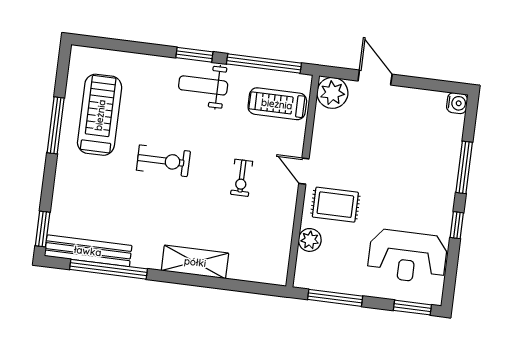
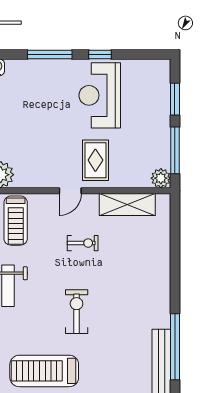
plant: (310, 240) -> (161, 178), moved
reception desk: (407, 256) -> (100, 95), moved, turned 180
shelving: (195, 262) -> (127, 204), moved, turned 90
window: (412, 308) -> (175, 99), moved

